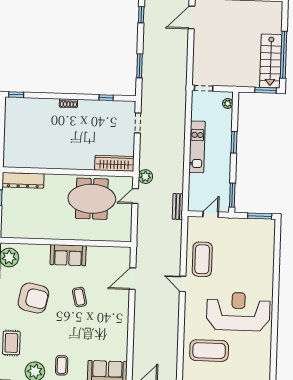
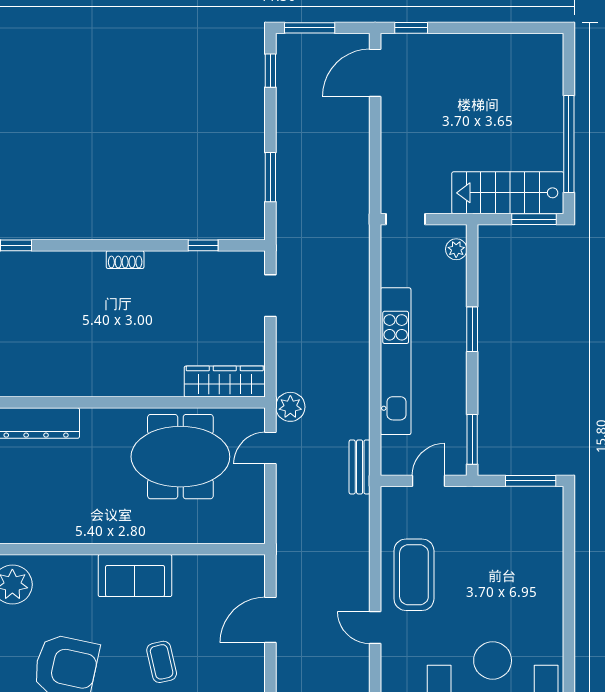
stairs: (271, 61) -> (508, 193), moved, turned 90
kitchen unit: (197, 147) -> (396, 361), width x1.36

